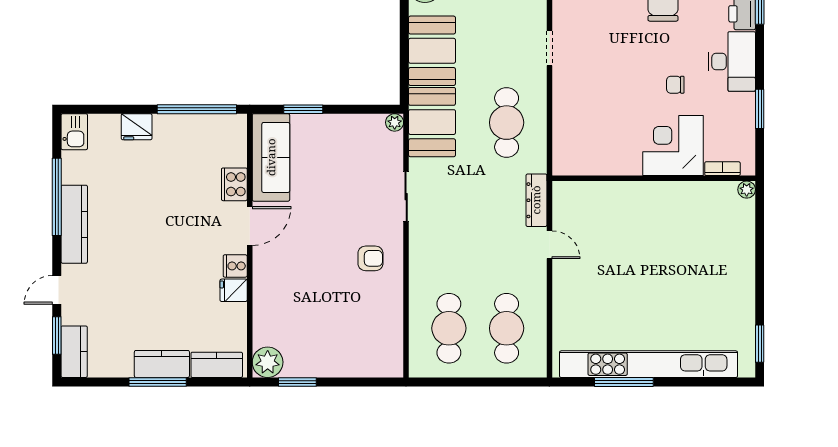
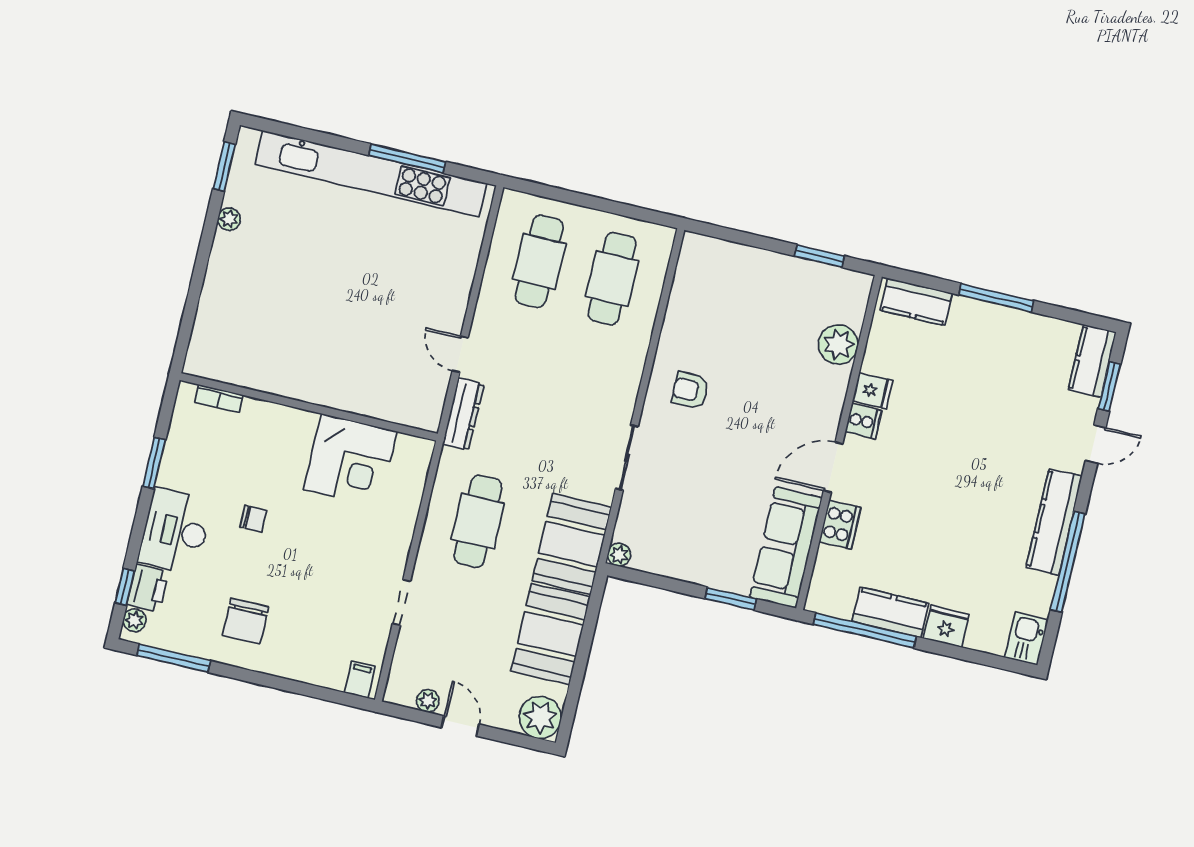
corner desk: (673, 146) -> (350, 460), moved
plant: (747, 190) -> (229, 219), moved
plant: (268, 362) -> (838, 344), moved
kitchen counter: (162, 364) -> (890, 612), moved, turned 180

